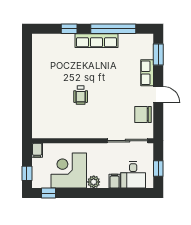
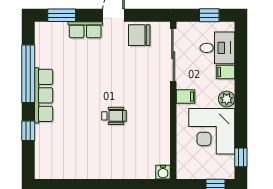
chair: (143, 115) -> (139, 35), turned 90
water cooler: (37, 133) -> (163, 172), added
filing cabinet: (37, 150) -> (186, 97), moved

